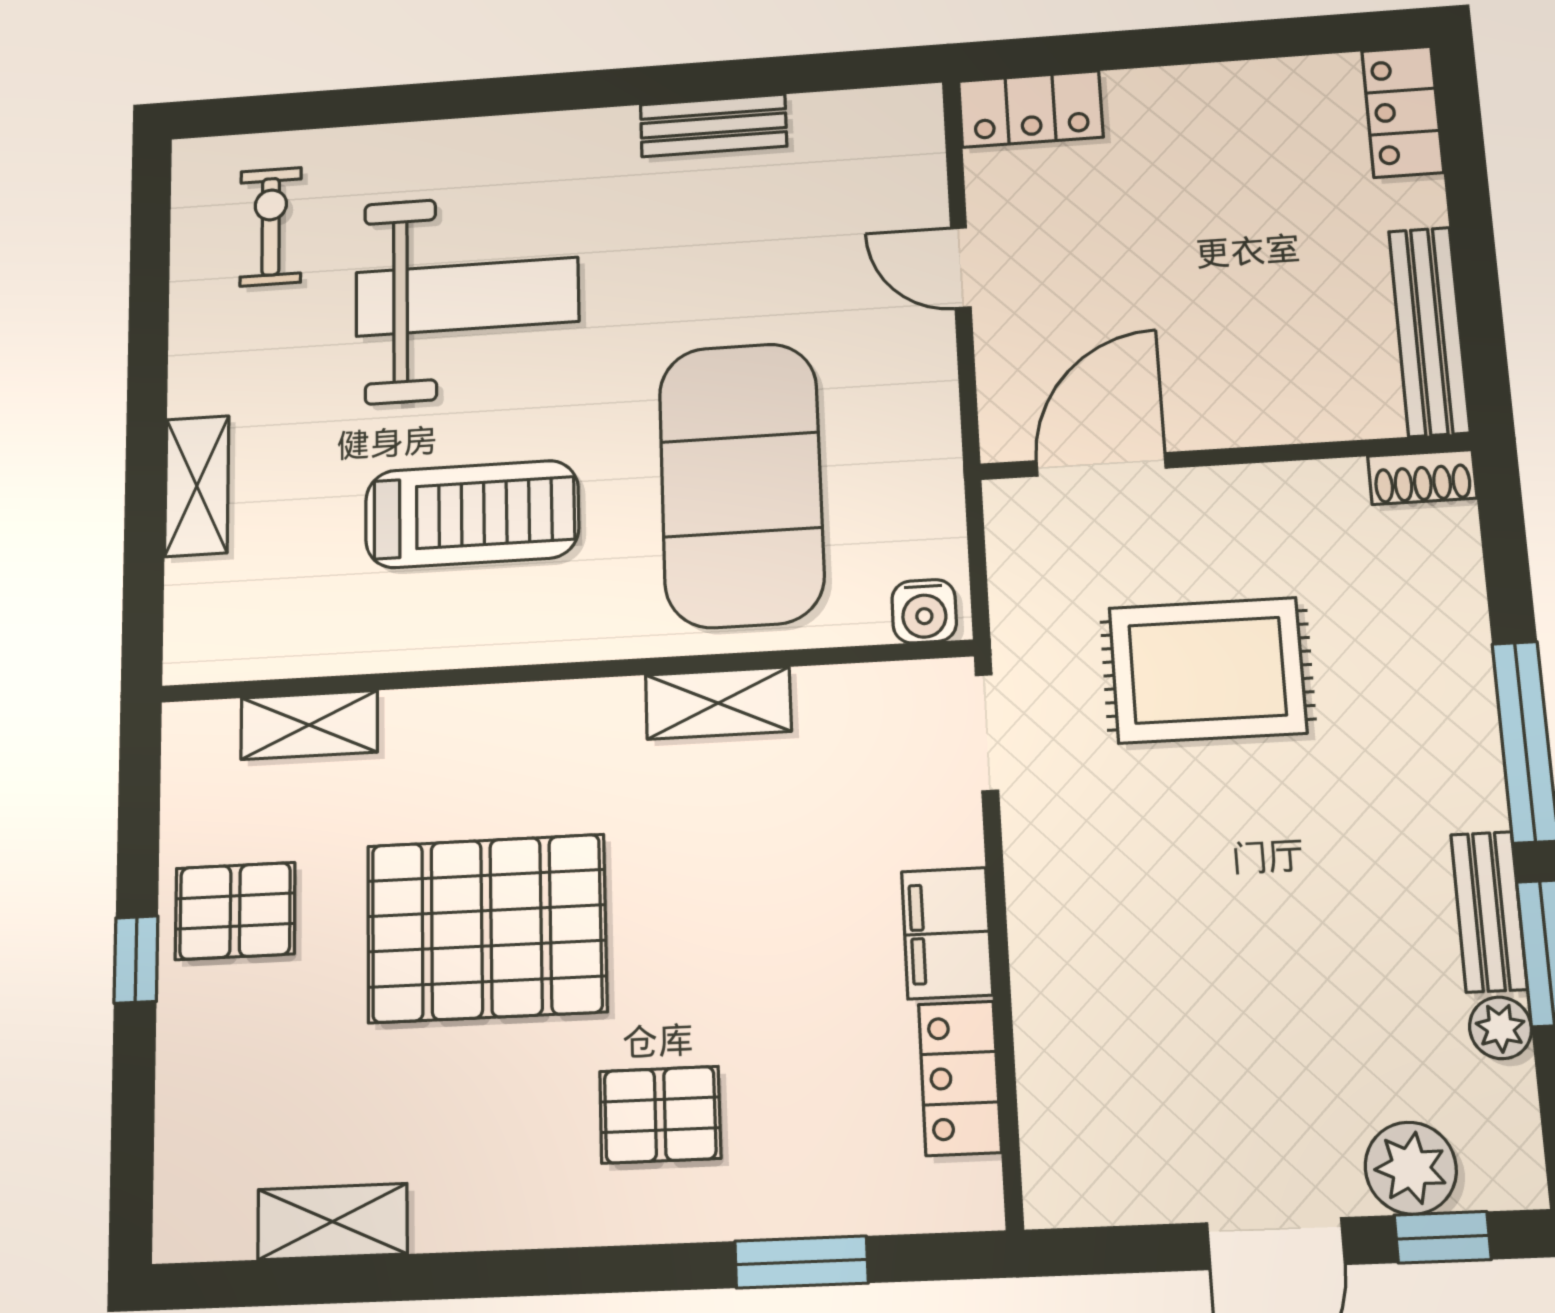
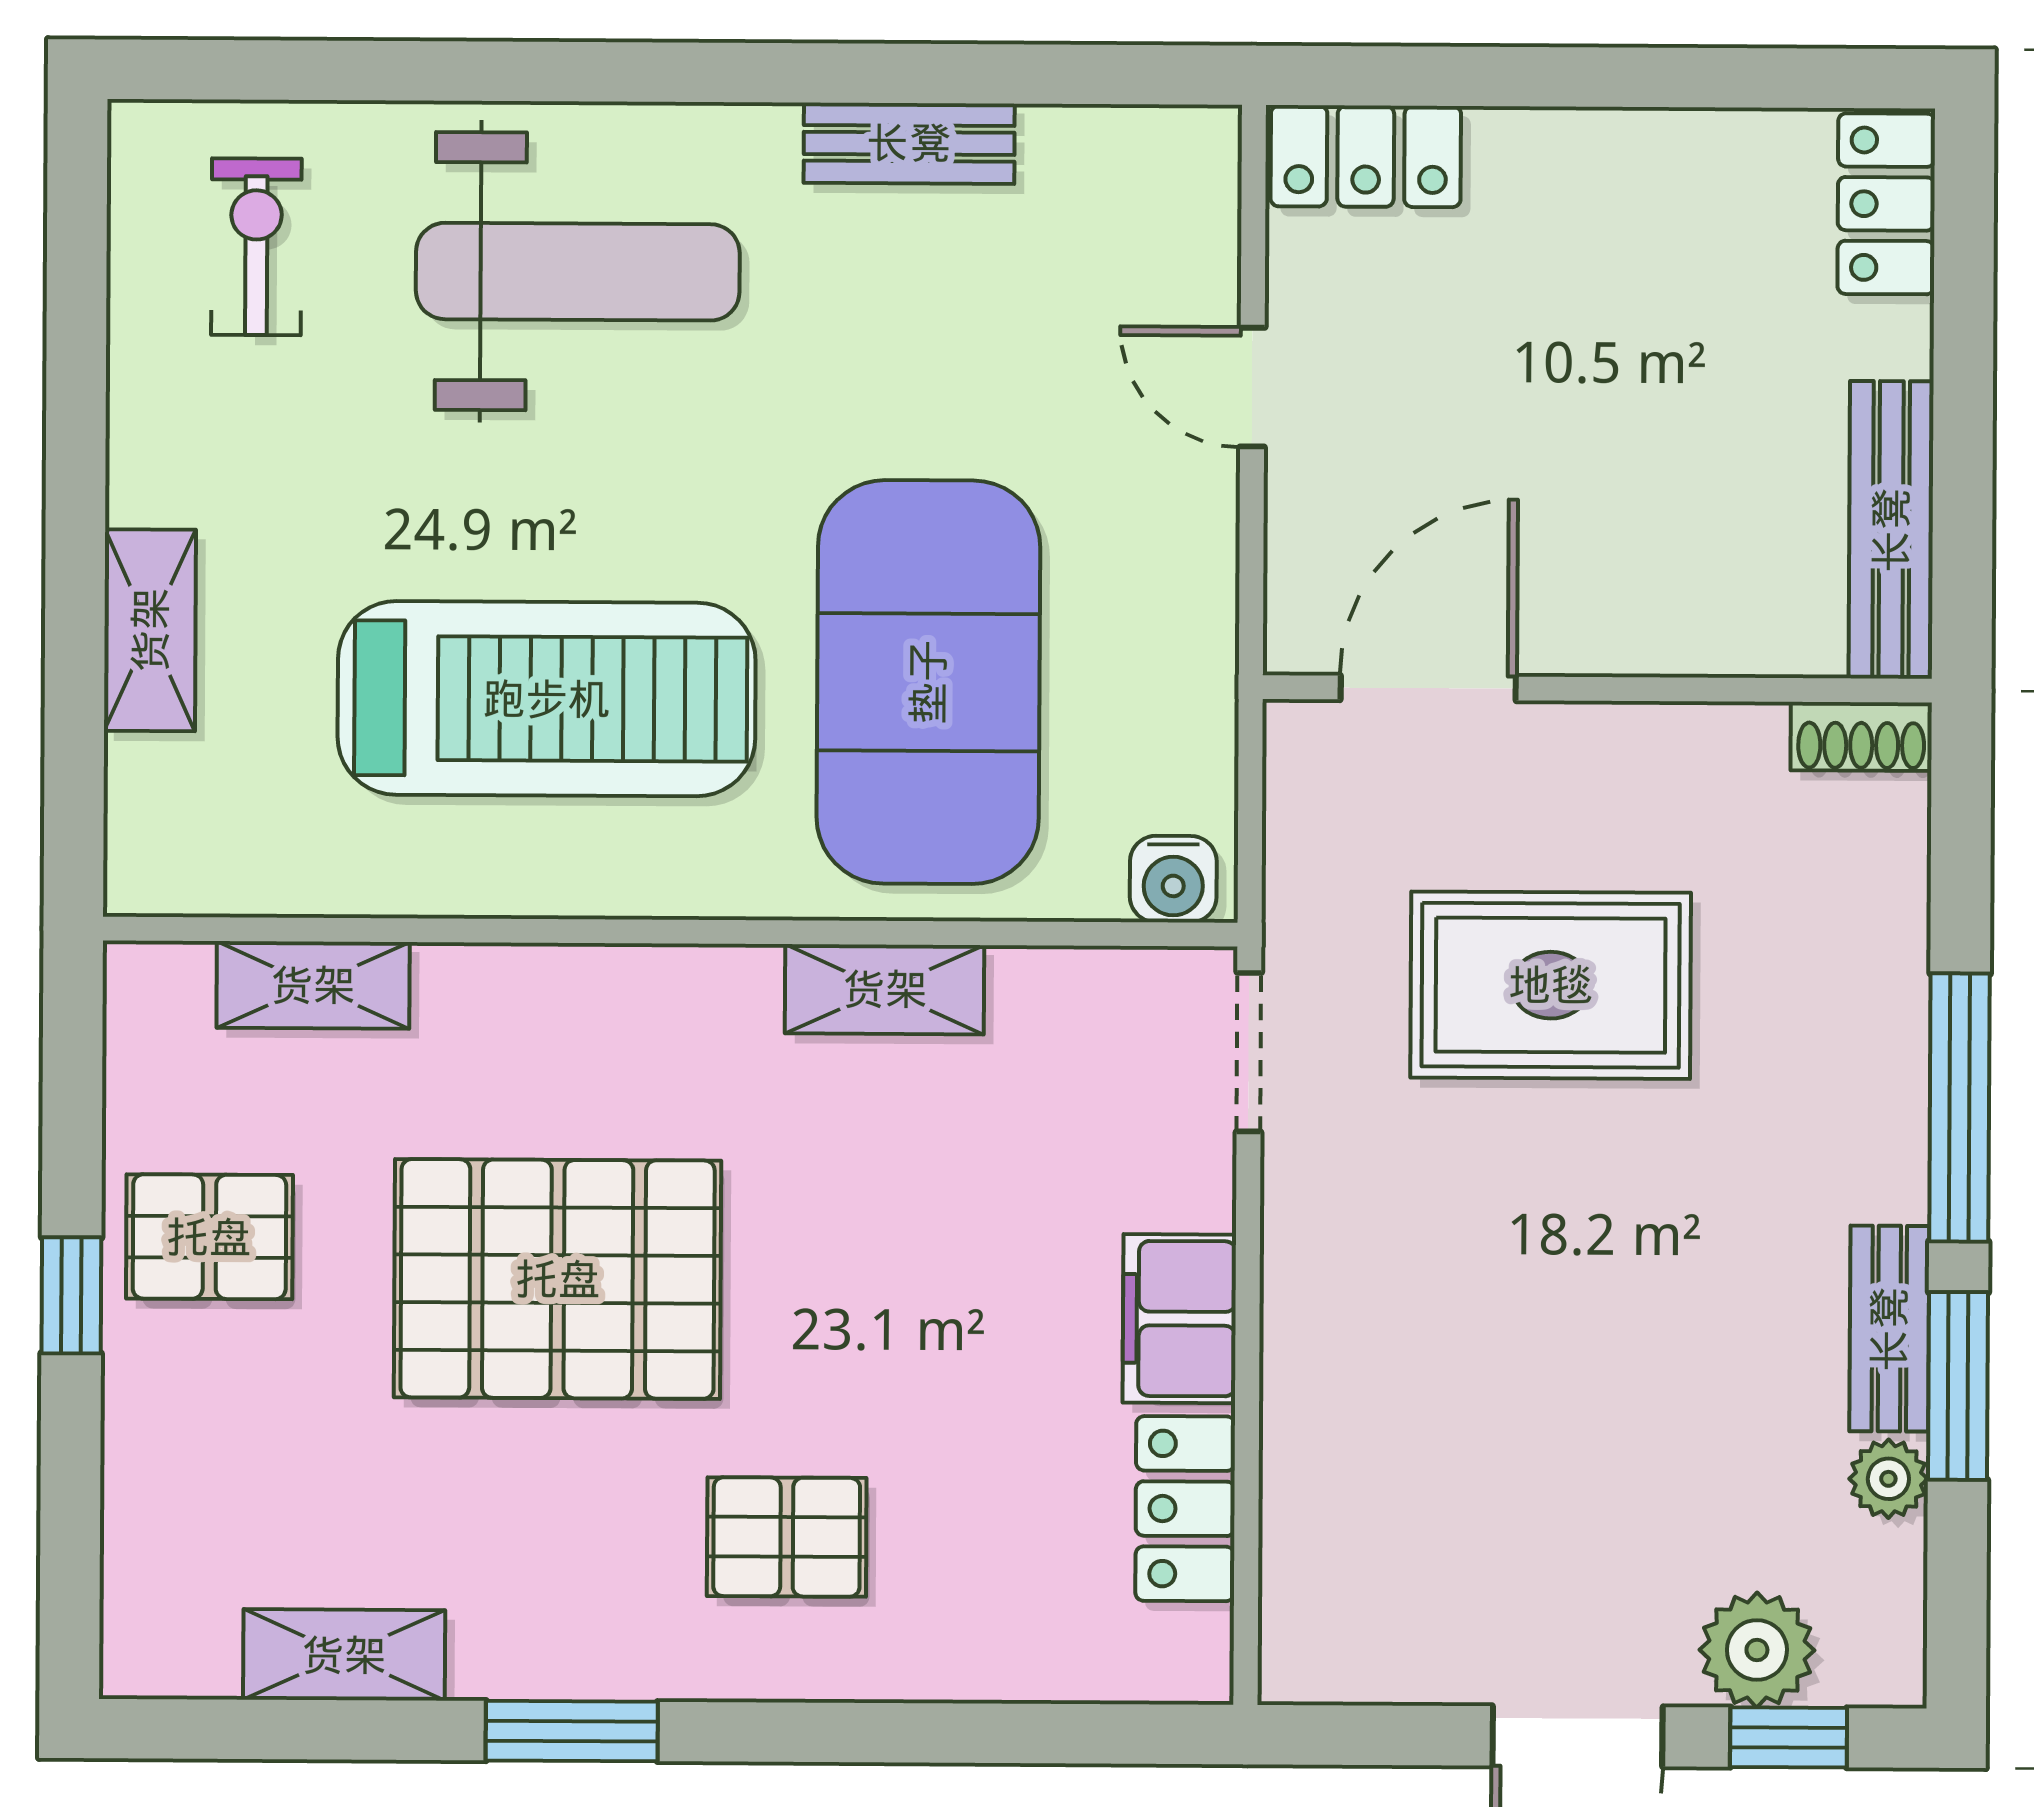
weight bench: (467, 297) -> (578, 272), moved
treadmill: (472, 514) -> (547, 699), width x1.37, depth x1.38
window: (801, 1262) -> (572, 1731), moved

